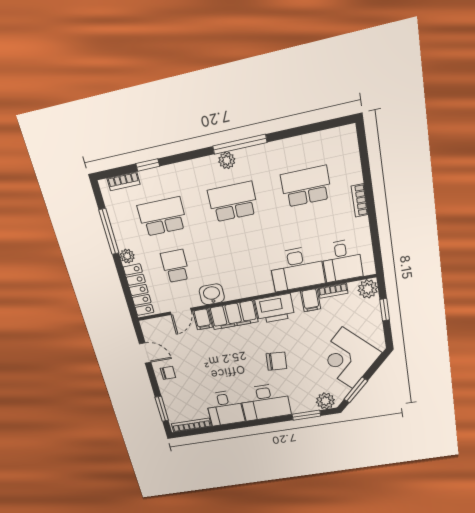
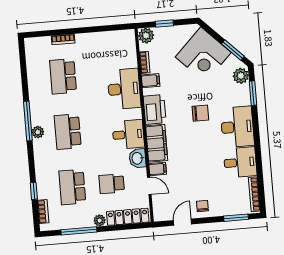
bookcase: (360, 200) -> (63, 39), moved
desk: (342, 261) -> (128, 134), moved
chair: (276, 361) -> (200, 113), turned 86

